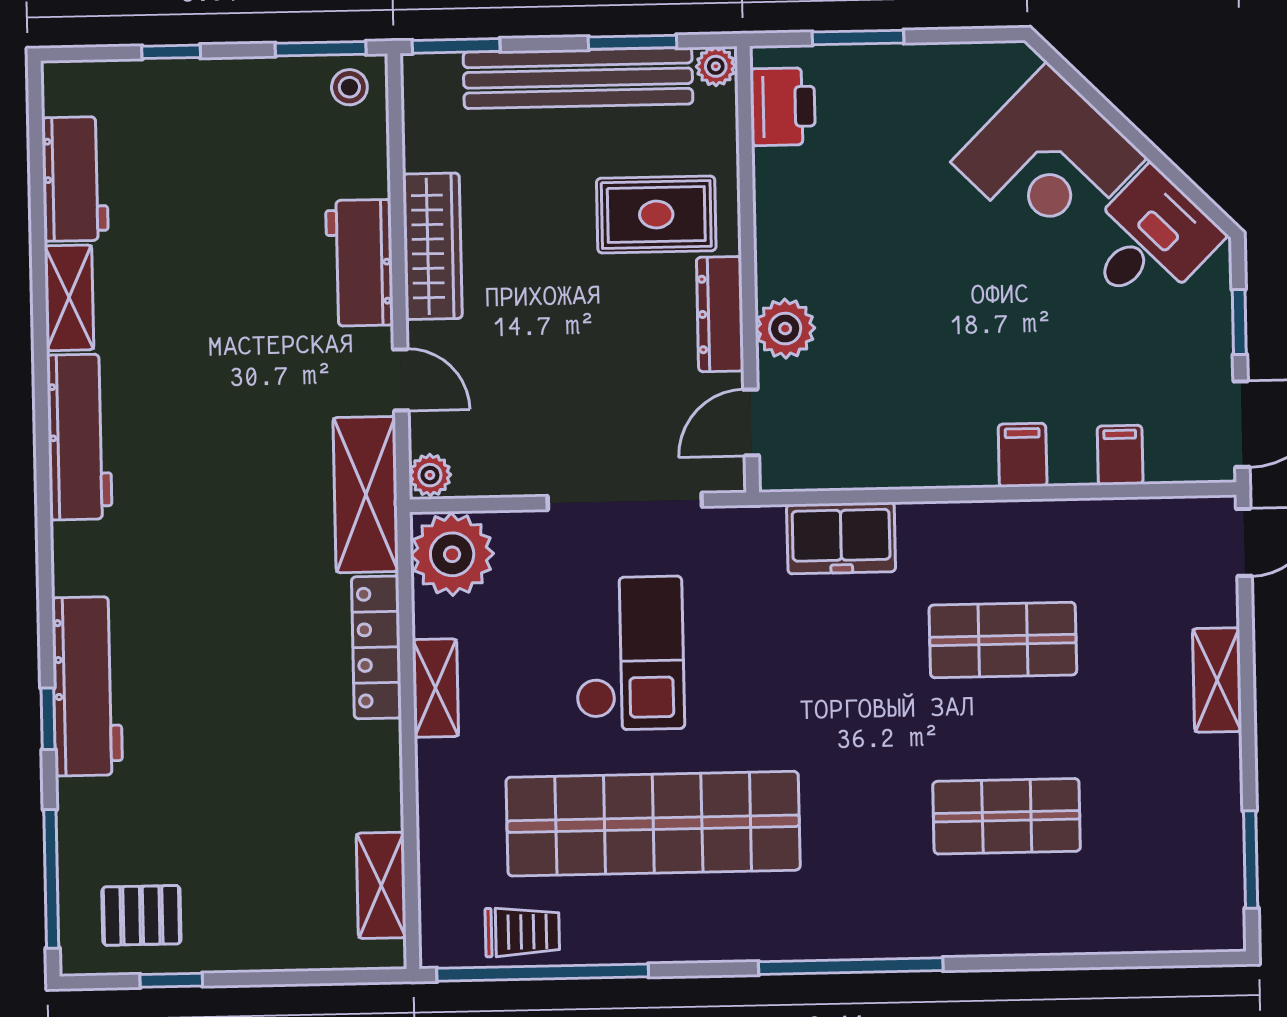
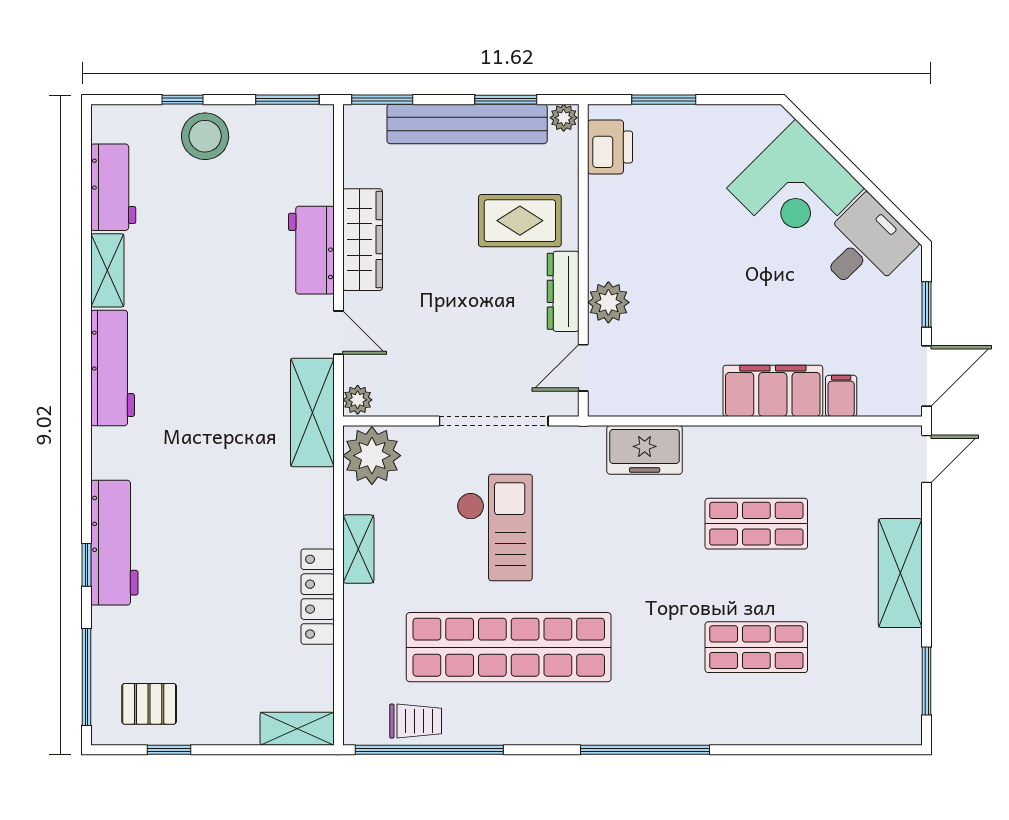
stool: (349, 87) -> (205, 136), moved, width x1.89, depth x1.89
filing cabinet: (1023, 455) -> (773, 391), width x3.00, depth x1.17
locker: (377, 647) -> (318, 597), moved
shelving: (1217, 680) -> (900, 573), width x1.50, depth x1.33
shelving: (381, 885) -> (297, 729), moved, turned 90

